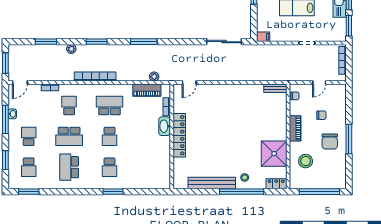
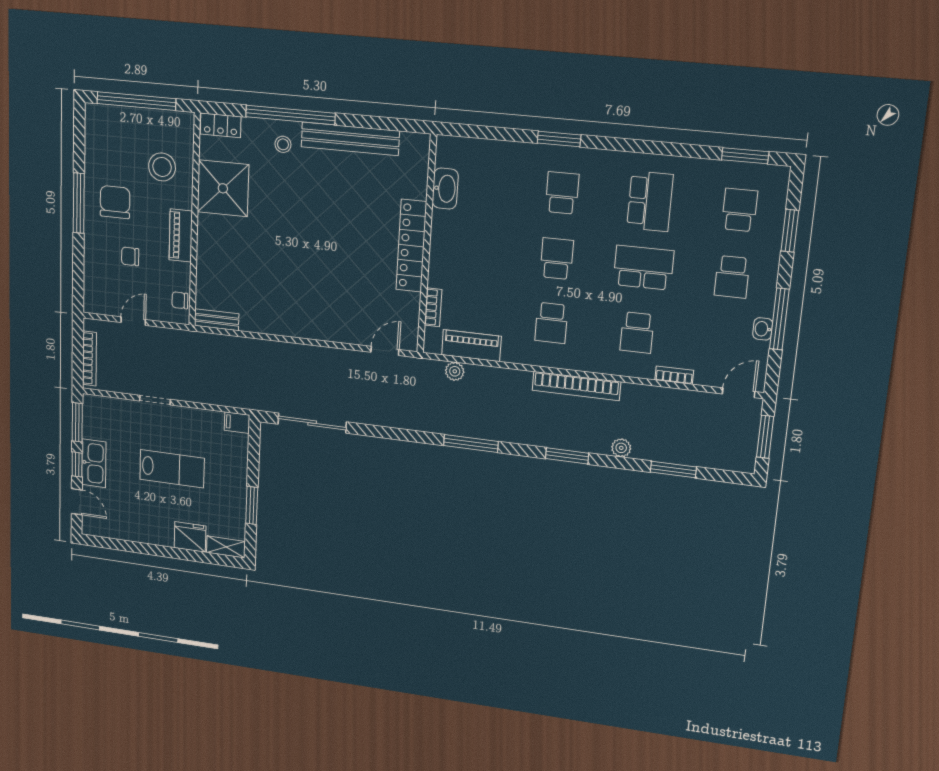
school desk: (110, 106) -> (551, 323), width x0.54
washbasin: (165, 126) -> (445, 189), moved

